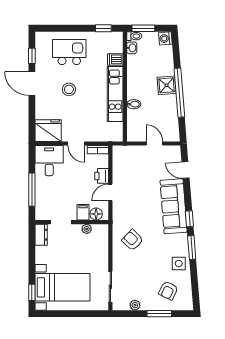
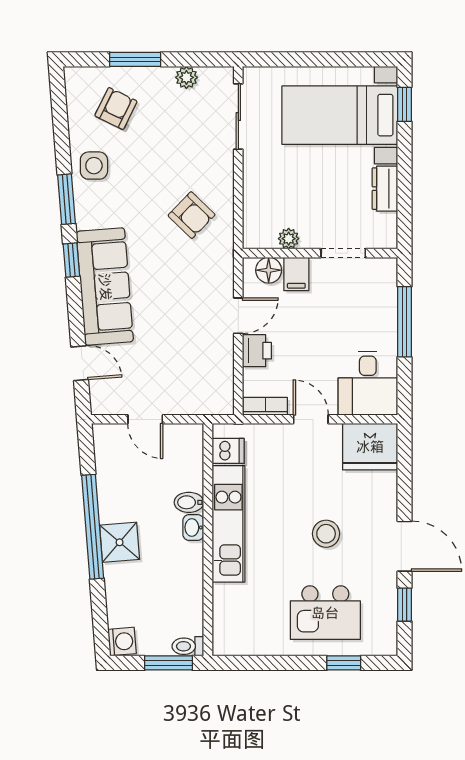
window: (103, 28) -> (344, 663), moved
washbasin: (132, 48) -> (193, 527), moved
dishwasher: (115, 59) -> (228, 451), moved
dresser: (41, 235) -> (385, 189), moved

